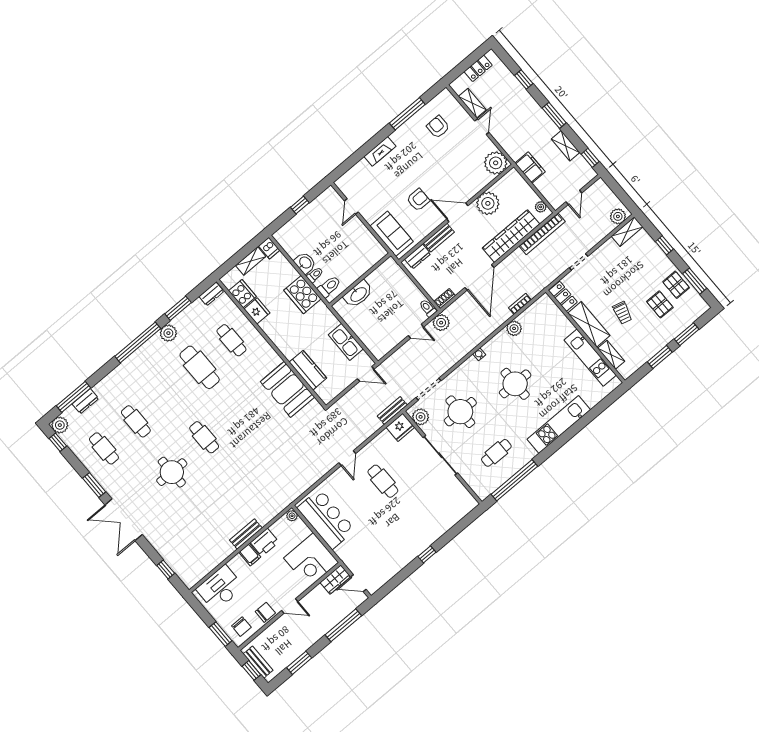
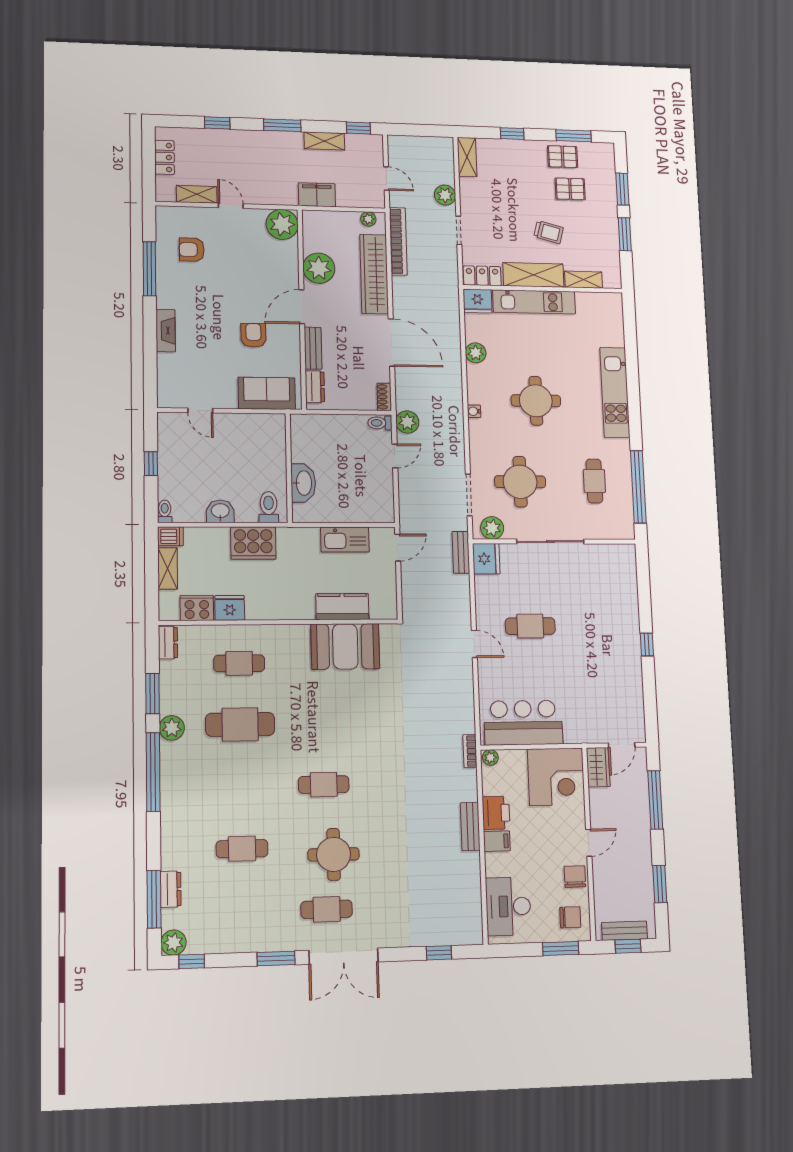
plant: (618, 216) -> (445, 195), moved
toilet: (315, 275) -> (165, 511), moved
bookcase: (520, 304) -> (470, 751), moved
fridge: (546, 305) -> (477, 301), added
kitchen unit: (590, 358) -> (534, 302), moved
cafe table: (104, 448) -> (327, 909), moved

